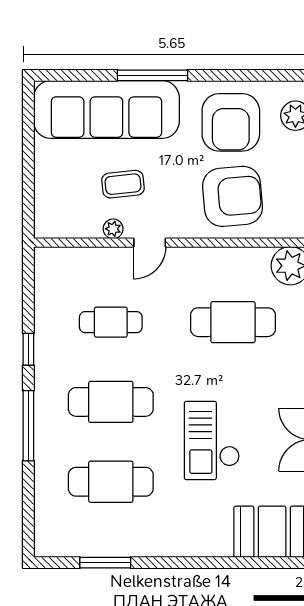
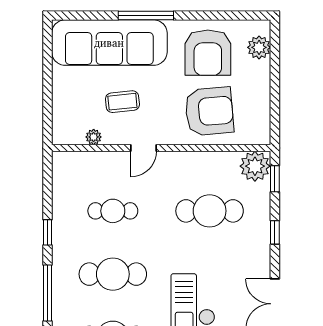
plant: (113, 229) -> (94, 137), moved

